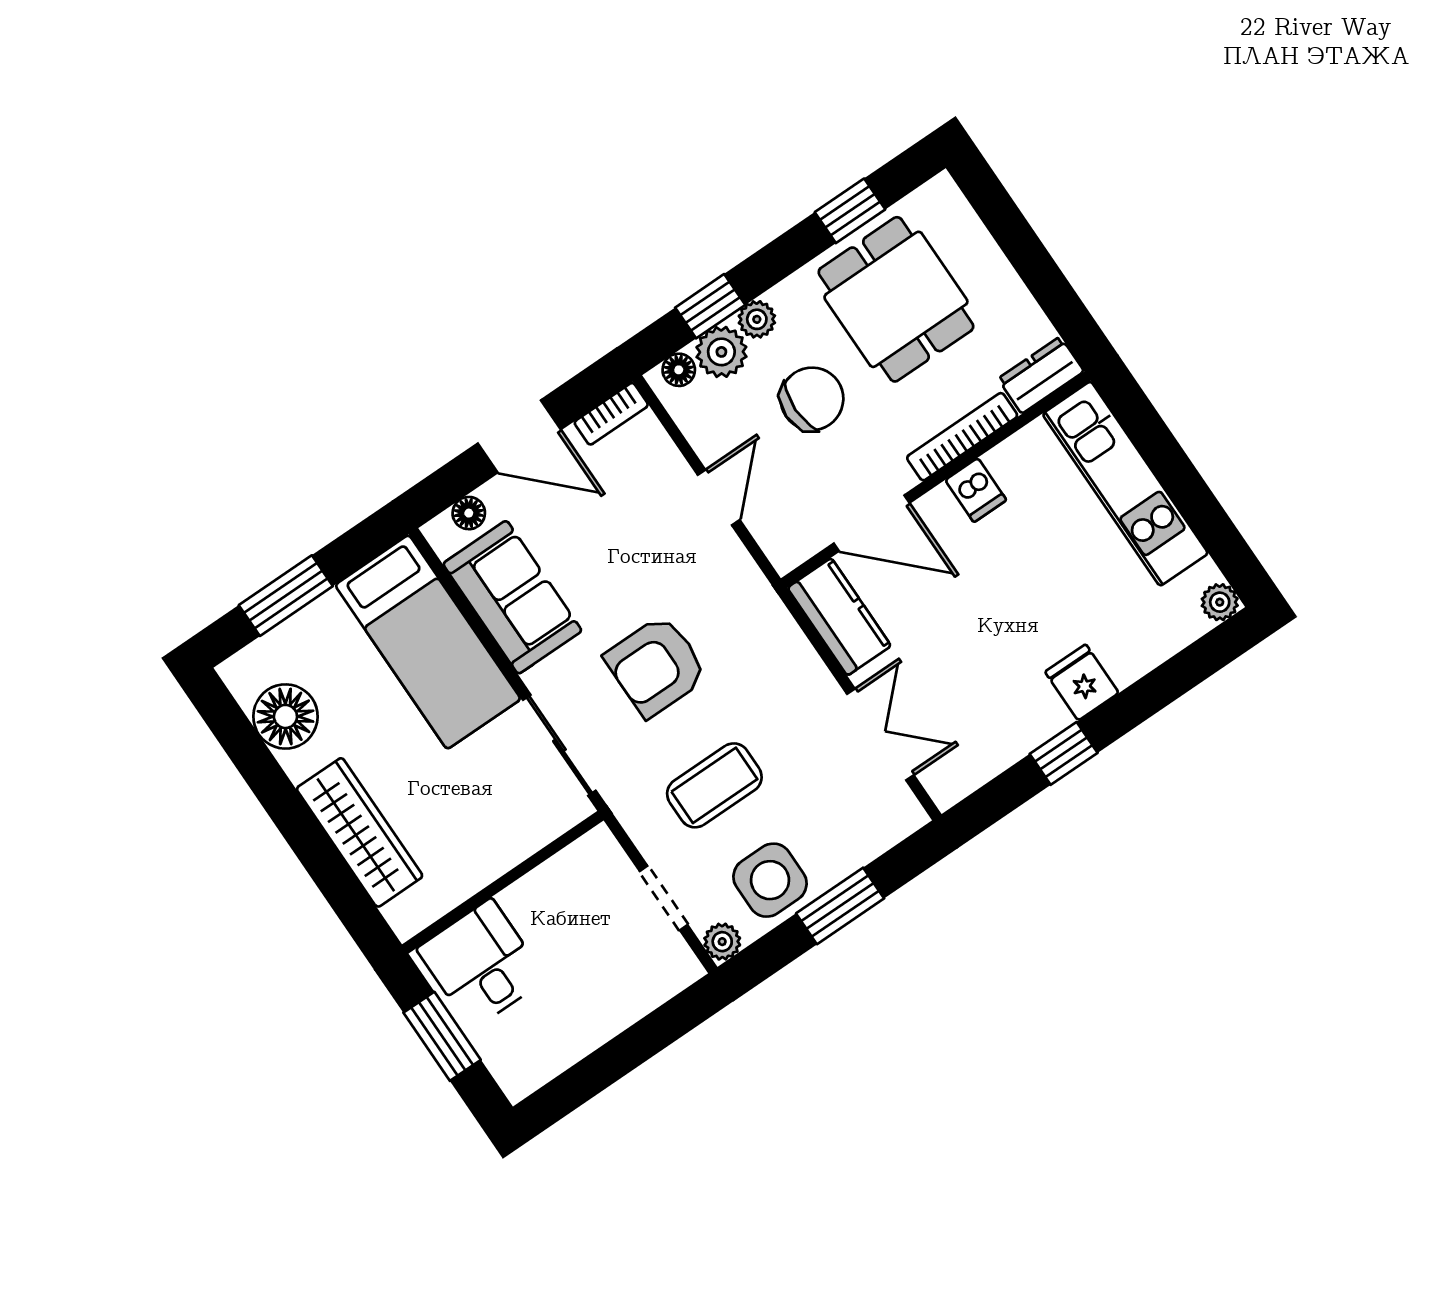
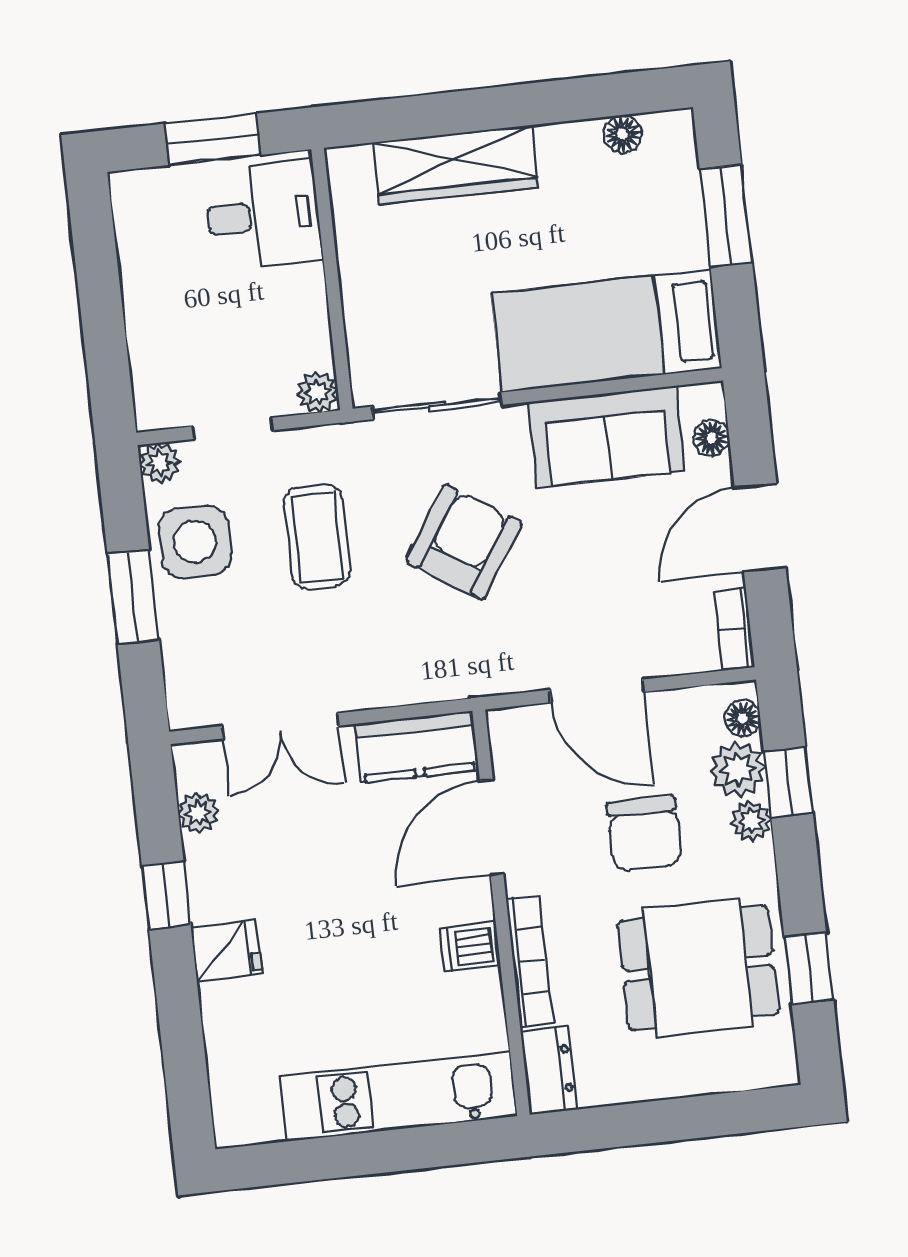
door: (719, 497) -> (597, 691), width x1.38
plant: (1220, 602) -> (198, 813), moved
armchair: (656, 666) -> (464, 542), turned 33
floor lamp: (285, 716) -> (622, 134), width x0.53, depth x0.53
plant: (599, 846) -> (318, 392), added

